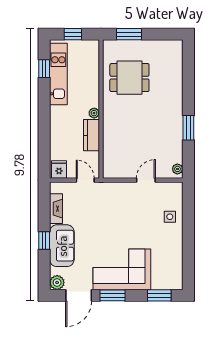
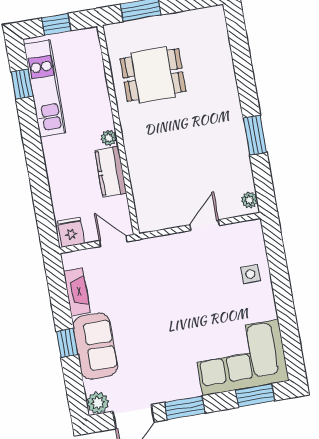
corner sofa: (122, 269) -> (241, 358), moved

